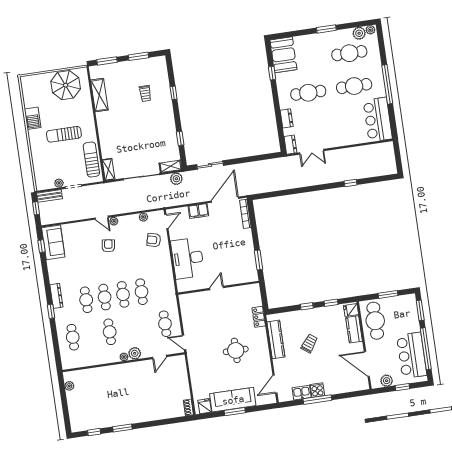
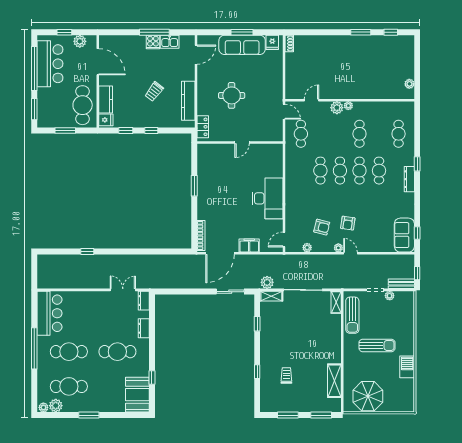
armchair: (154, 240) -> (322, 227), moved
door: (217, 288) -> (242, 142), moved
wall: (218, 288) -> (240, 142), moved

